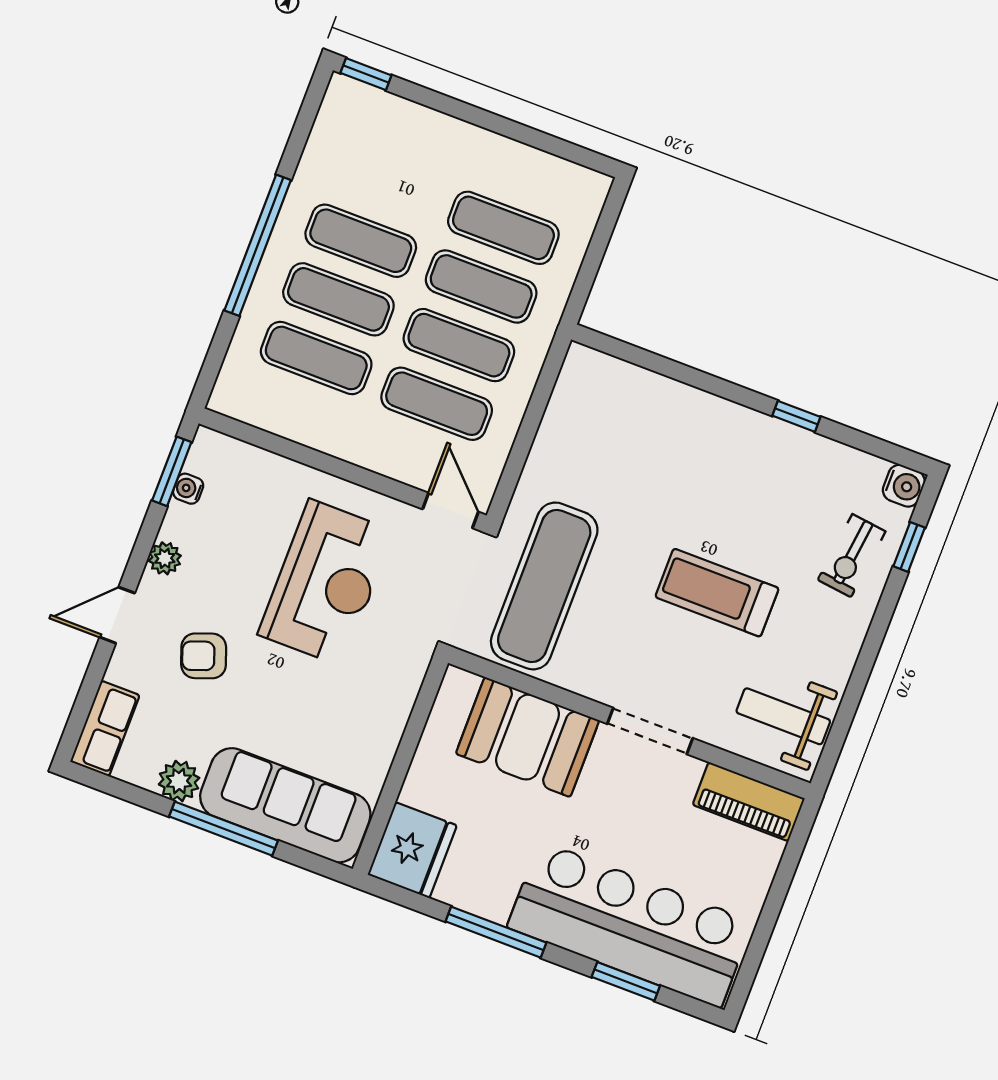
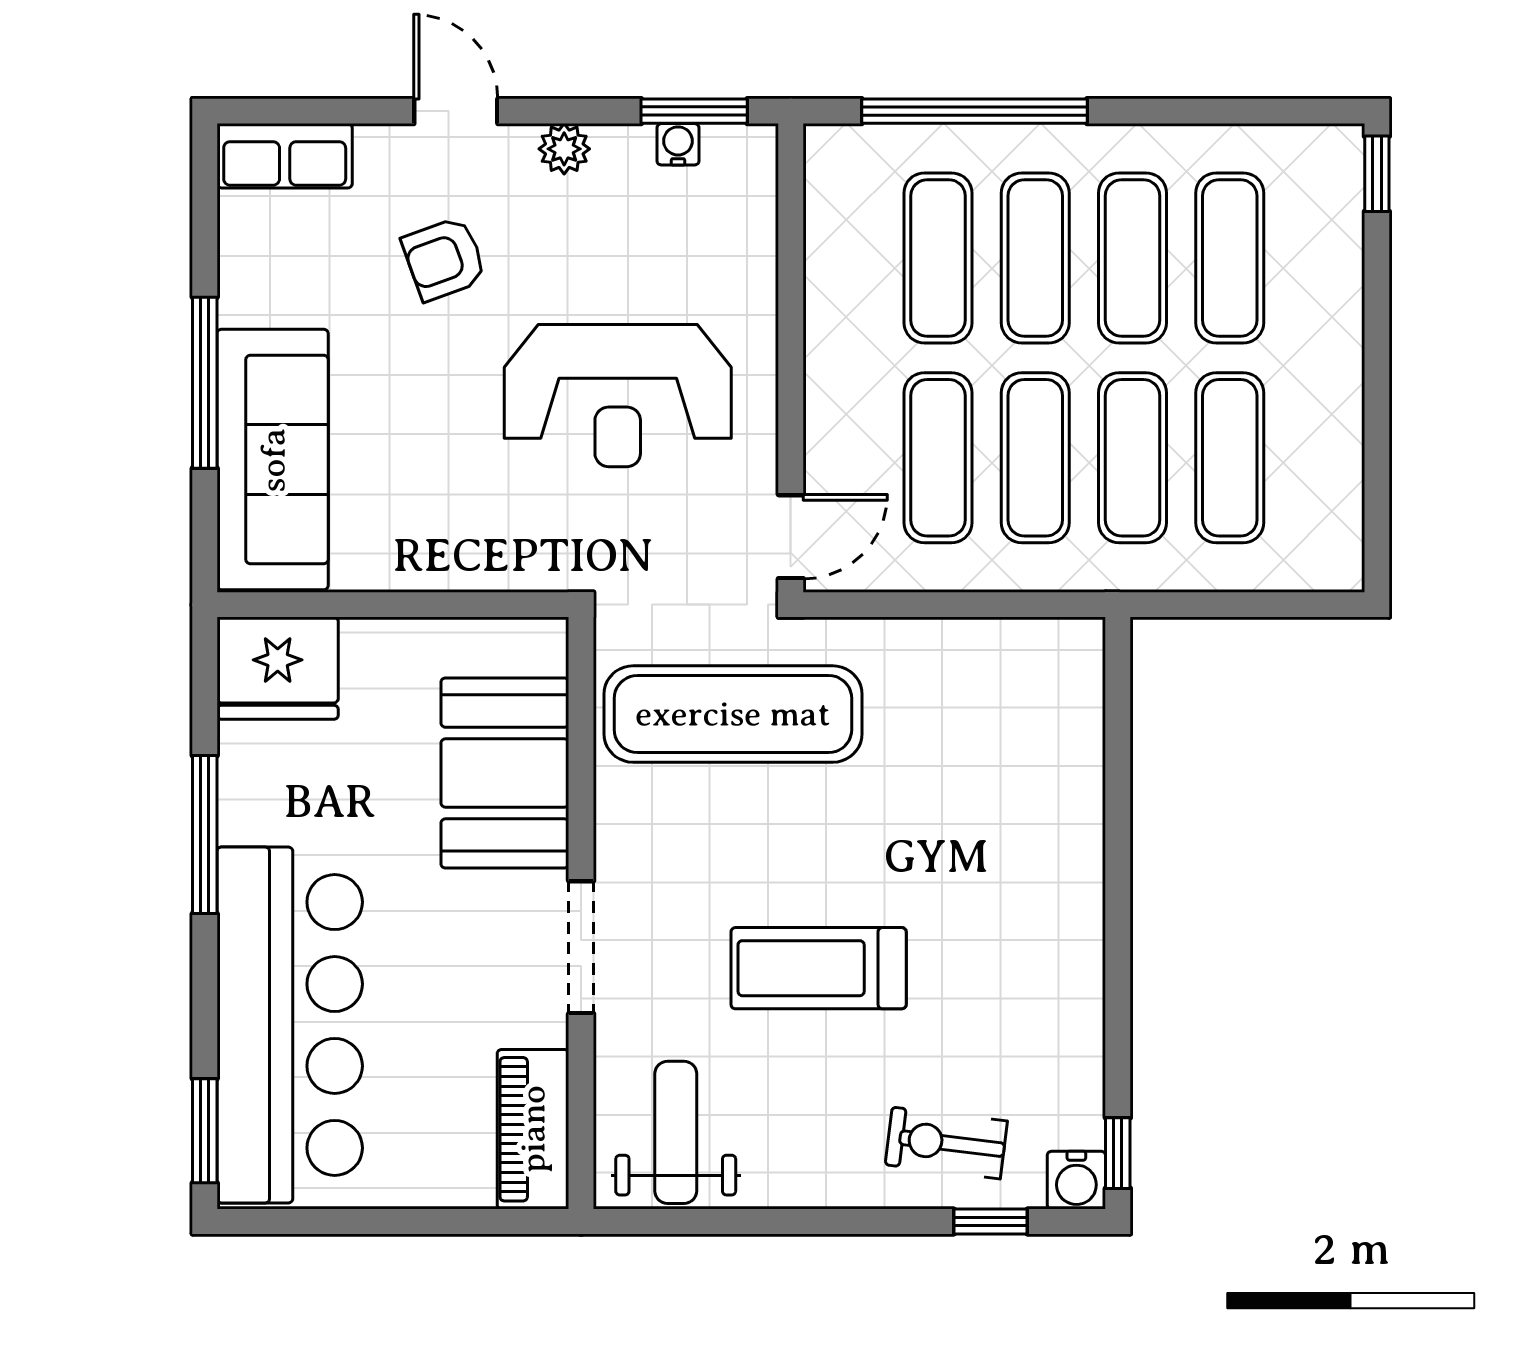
exercise mat: (383, 182) -> (1230, 258), added
window: (258, 245) -> (974, 111), moved
window: (796, 416) -> (1118, 1153), moved
treadmill: (717, 593) -> (819, 968), turned -90
armchair: (204, 656) -> (444, 259), turned -90
plant: (179, 781) -> (249, 292), removed
window: (626, 981) -> (205, 1131), moved

